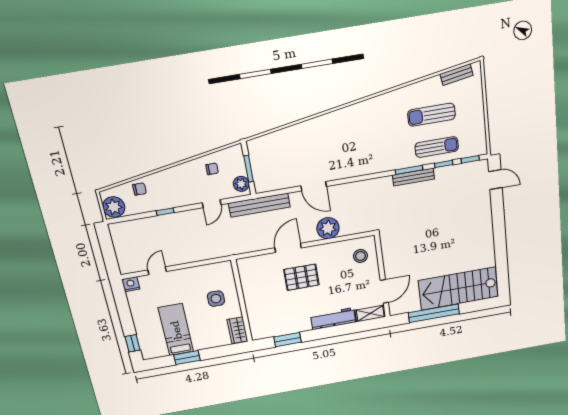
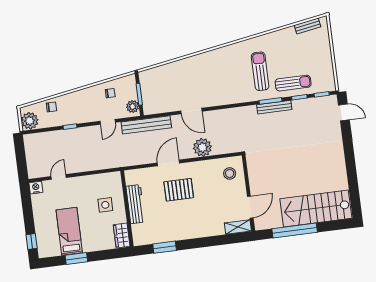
sun lounger: (431, 115) -> (260, 71), moved, turned 90
workbench: (333, 319) -> (135, 204), moved, turned 90

